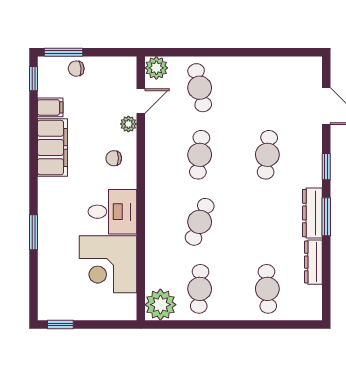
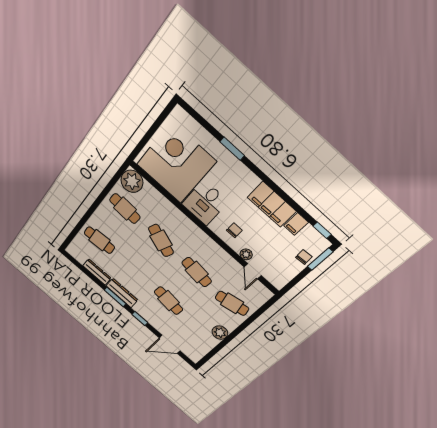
plant: (156, 68) -> (220, 333), moved
corner desk: (108, 264) -> (176, 163), width x1.36, depth x1.36
window: (60, 324) -> (164, 115), removed

